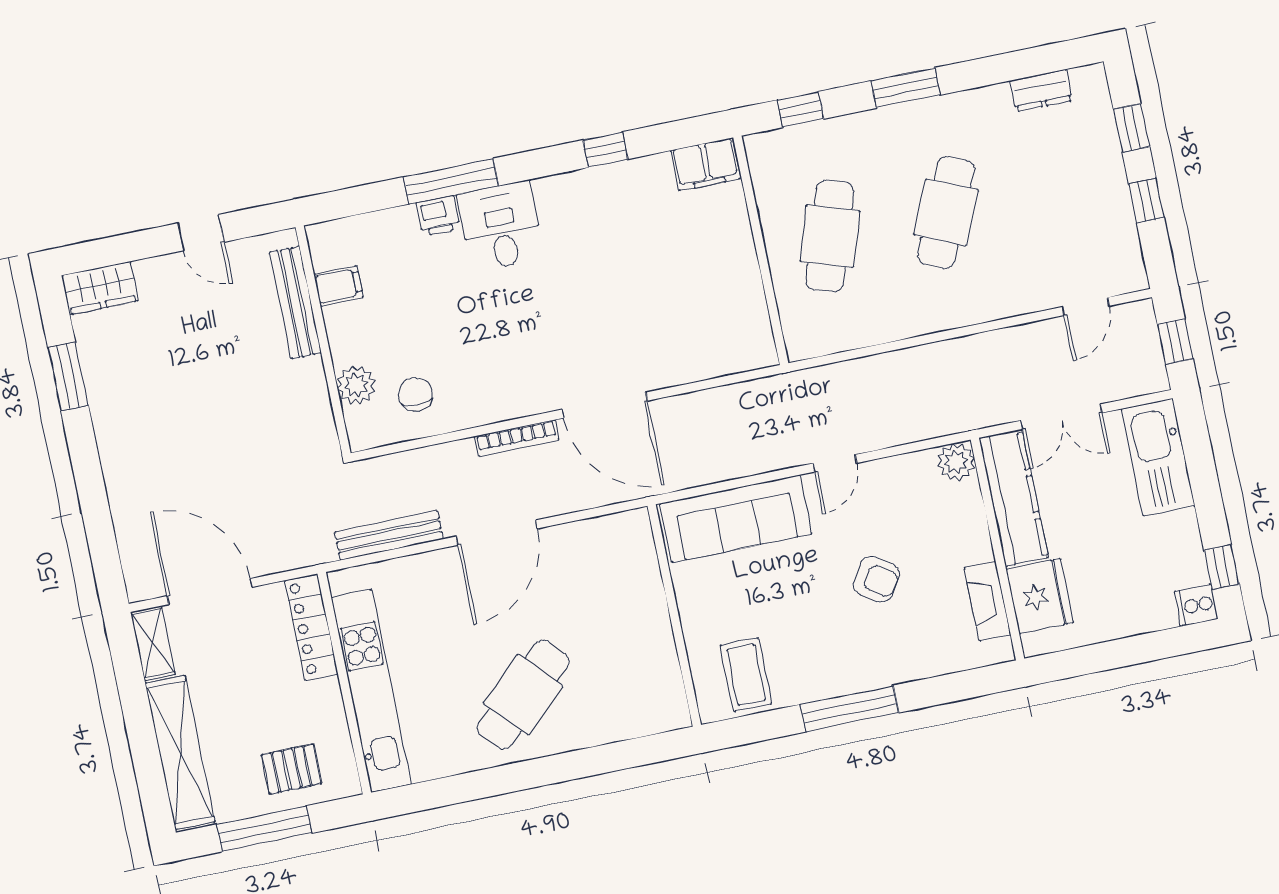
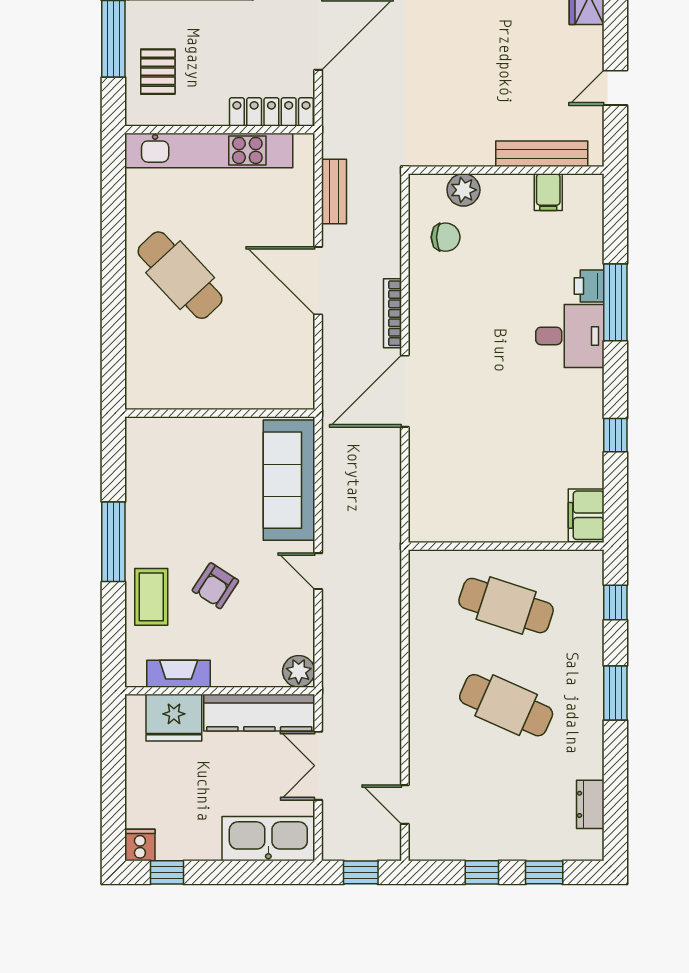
bench: (389, 535) -> (334, 191), width x0.73
coffee table: (746, 675) -> (151, 597), moved, turned 90

